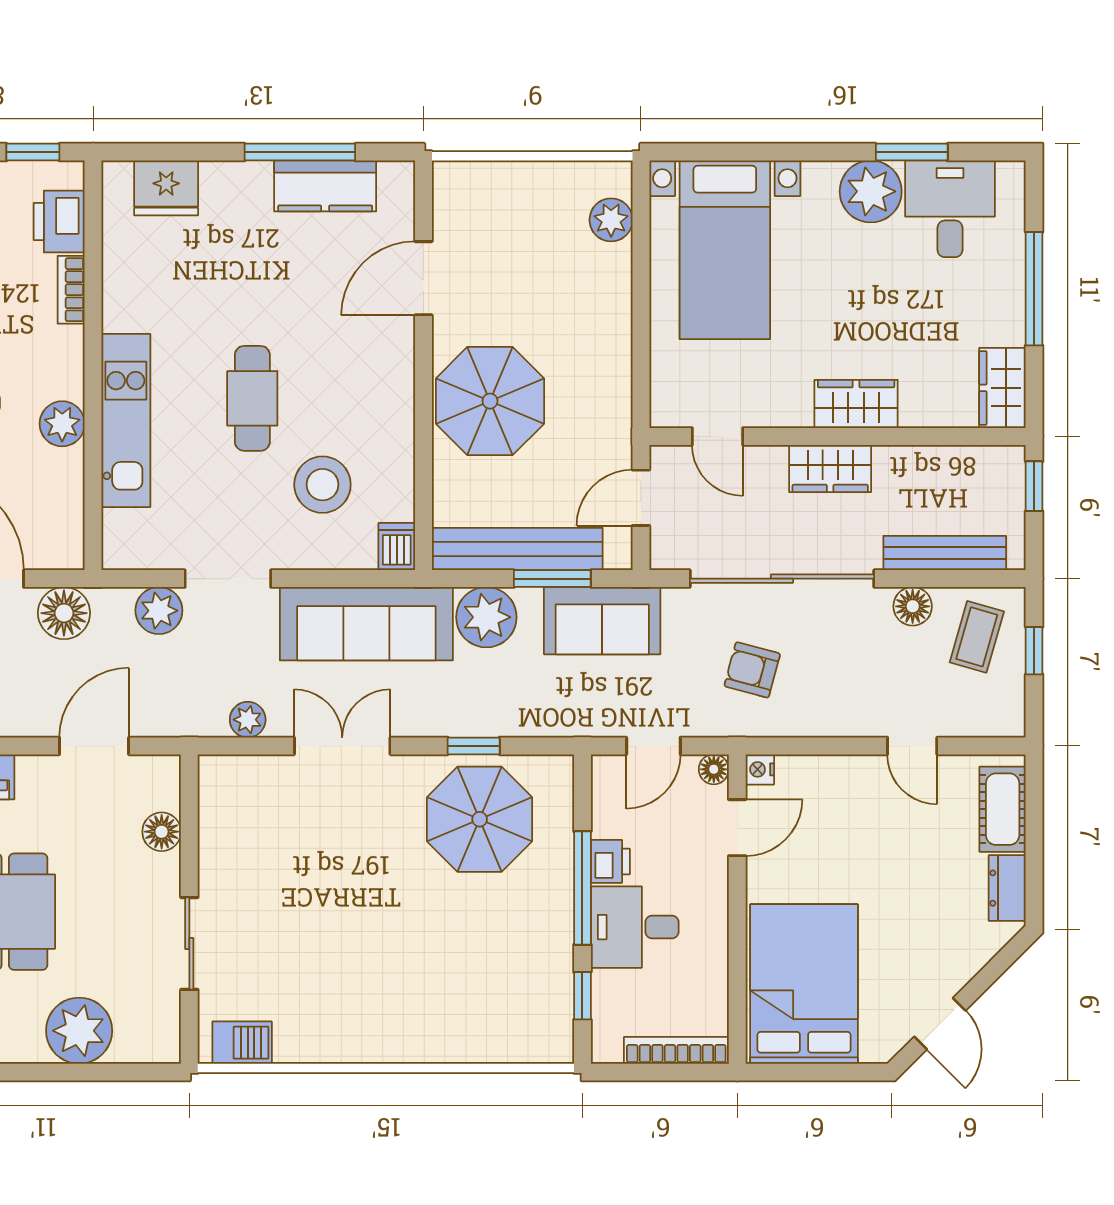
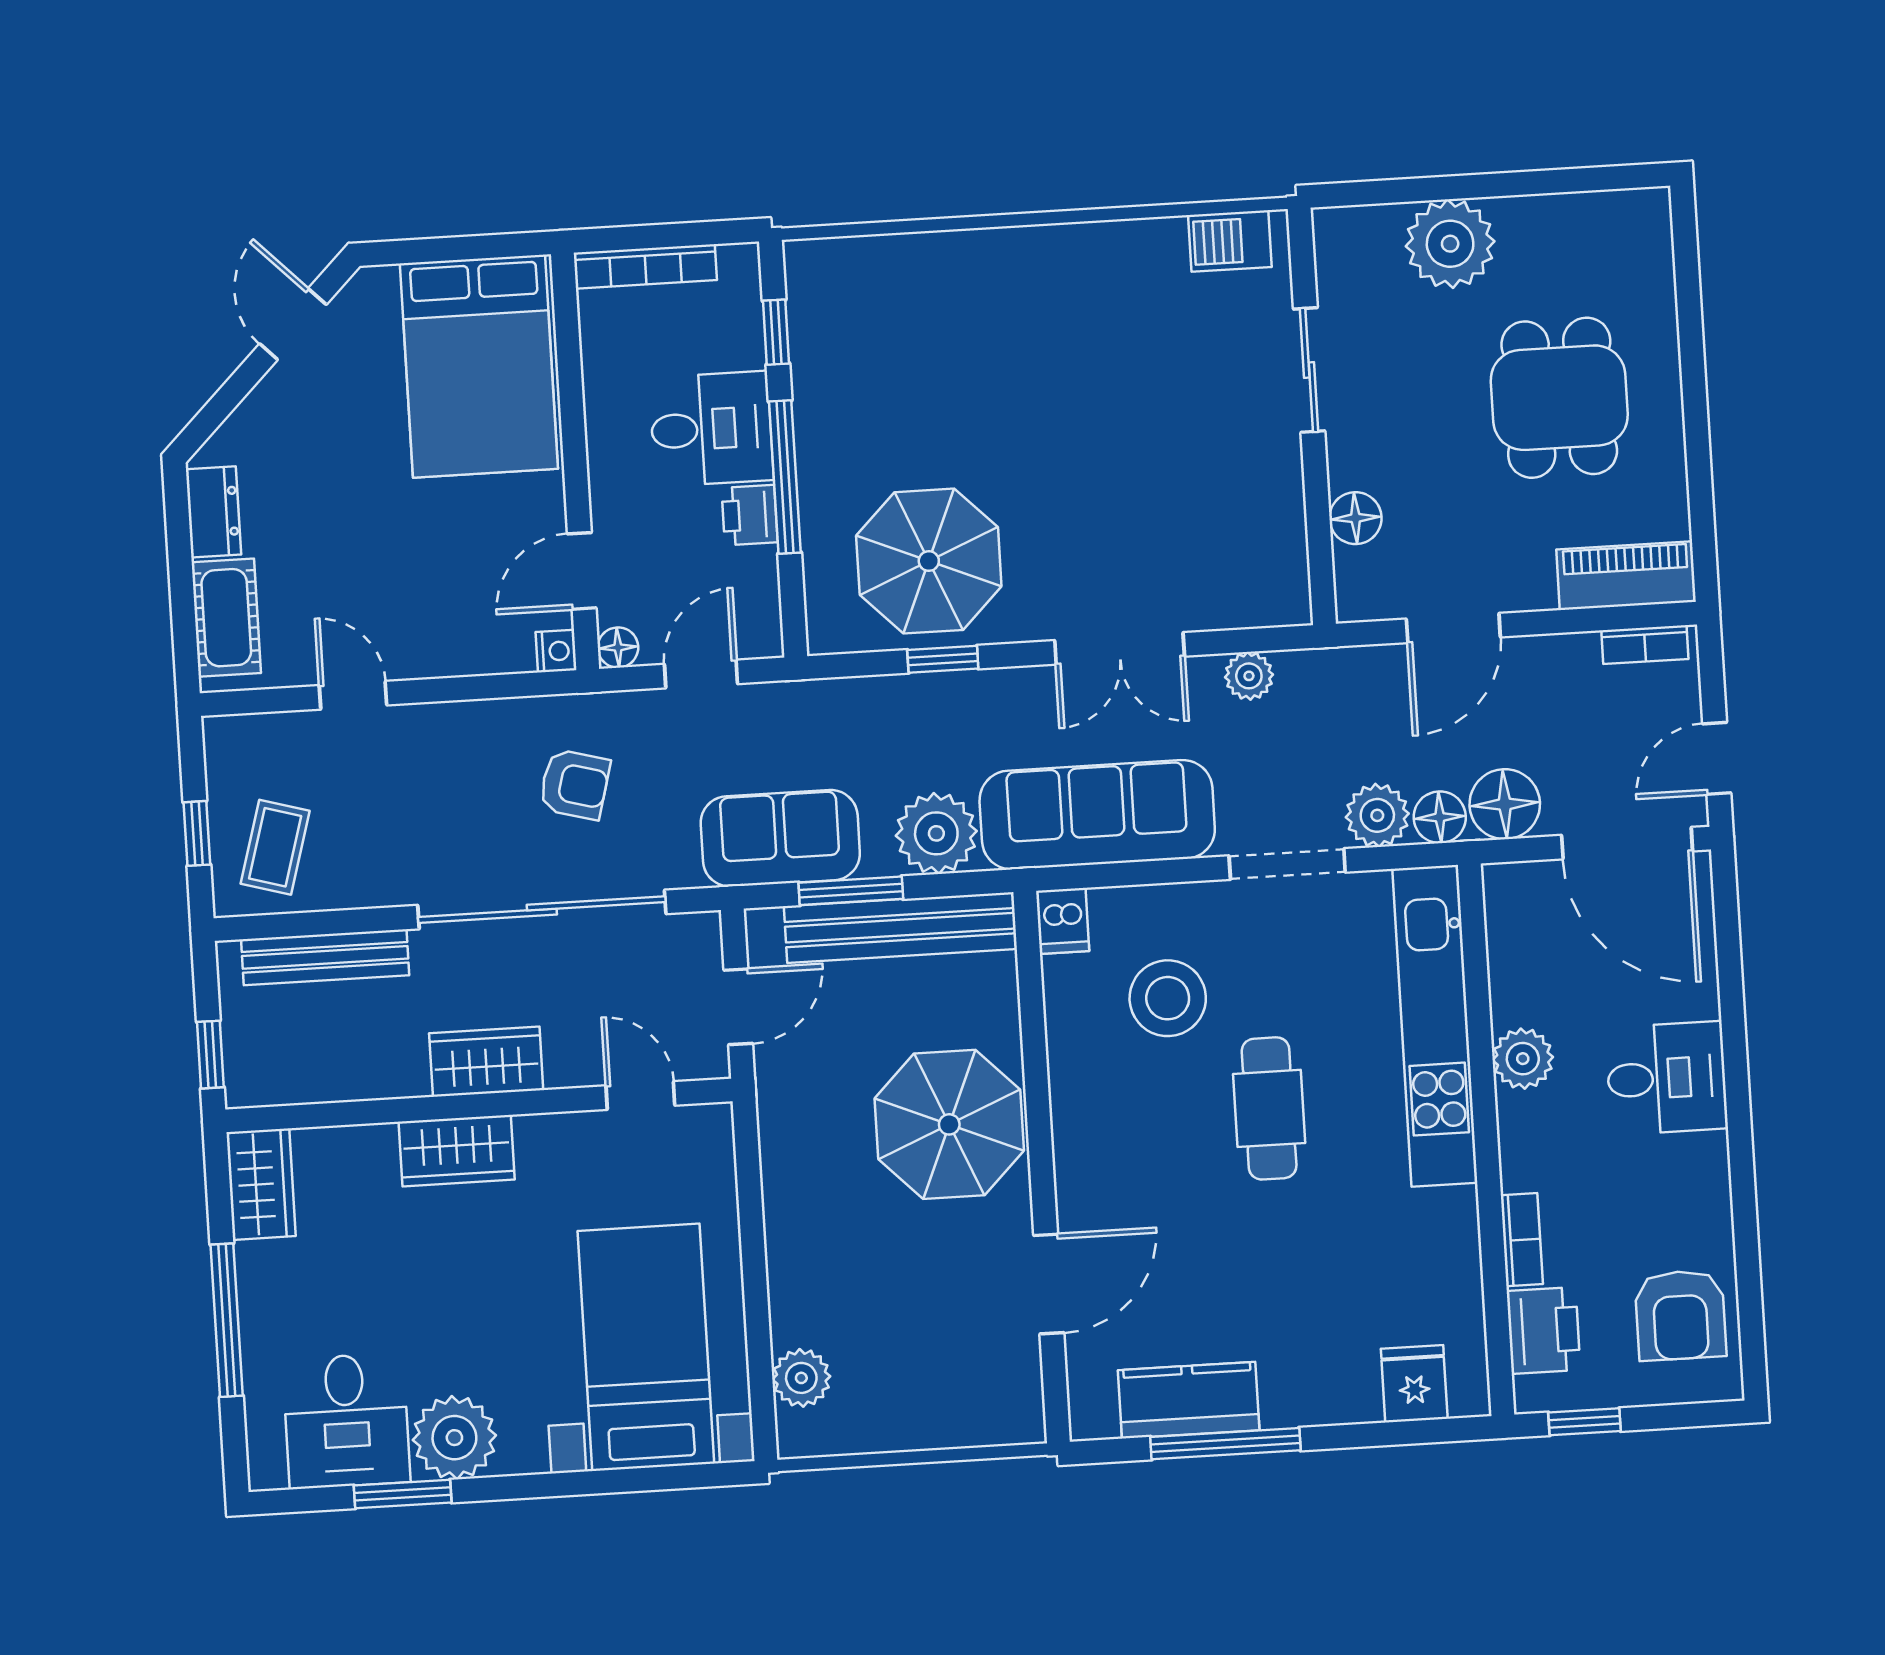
fridge: (166, 188) -> (1414, 1384), width x0.72
kitchen unit: (126, 420) -> (1435, 1026), width x1.36
floor lamp: (913, 606) -> (1440, 817), moved

